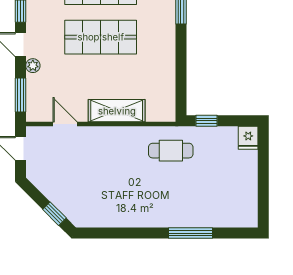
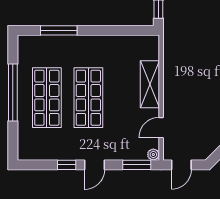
plant: (33, 66) -> (153, 154), moved
cafe table: (171, 151) -> (183, 39), removed

